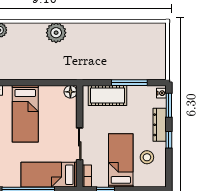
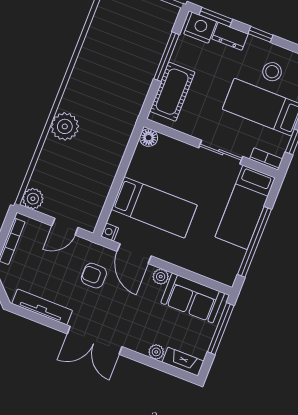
nightstand: (161, 93) -> (200, 28), width x1.89, depth x1.79
dresser: (160, 125) -> (230, 36), width x0.70

